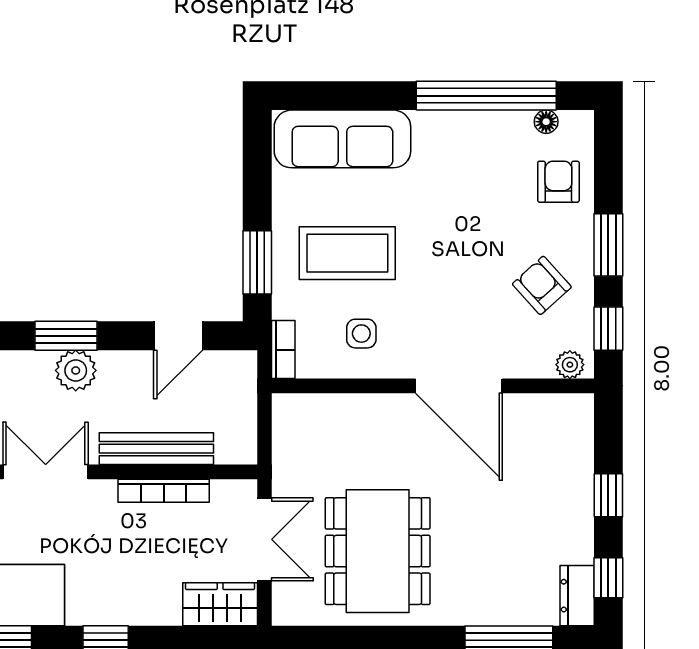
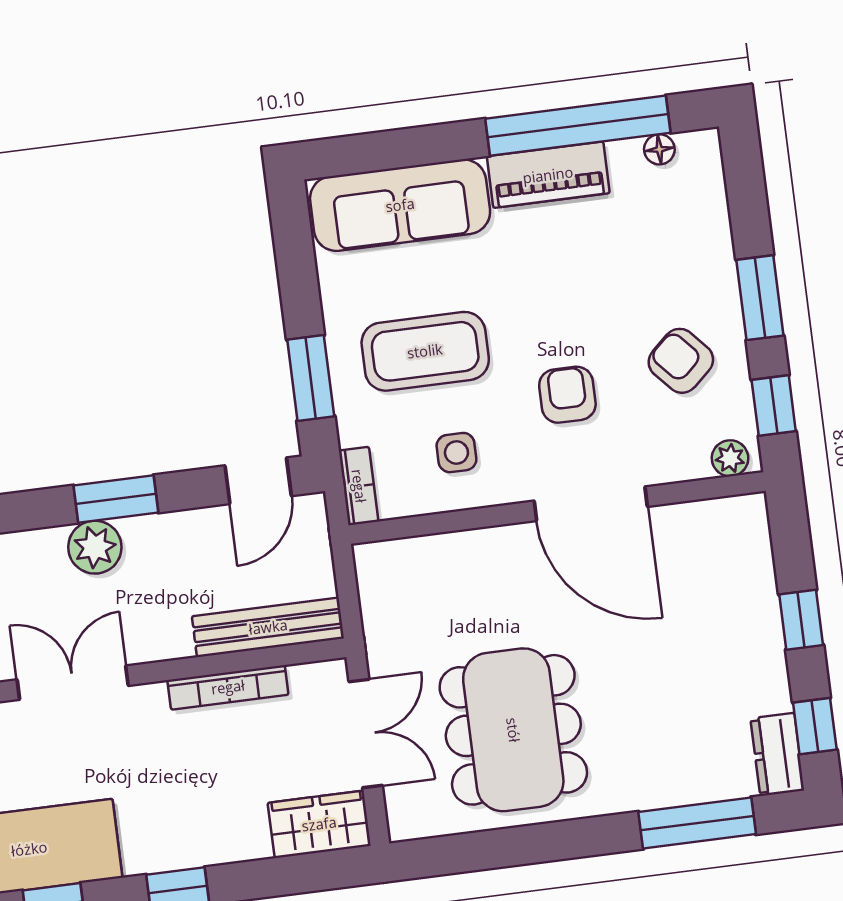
piano: (459, 130) -> (548, 175), added
armchair: (558, 182) -> (567, 395), moved
window: (66, 336) -> (116, 499), moved
door: (178, 336) -> (258, 481), moved
bench: (156, 449) -> (268, 627), moved

